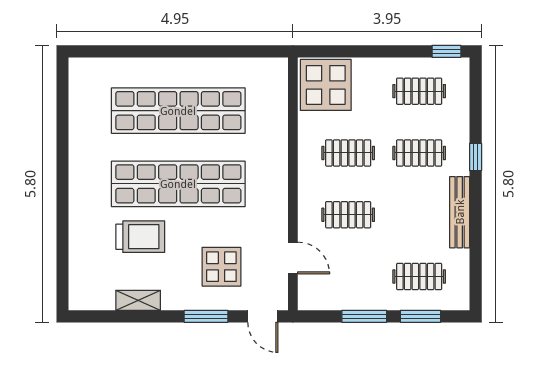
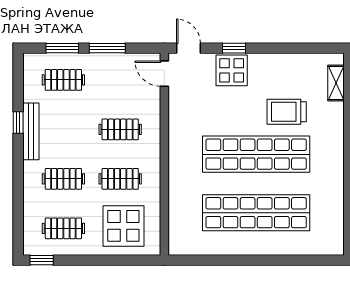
display table: (326, 85) -> (123, 226), moved
window: (476, 157) -> (18, 122), moved
door: (293, 258) -> (164, 74), moved
display table: (221, 267) -> (232, 70), moved
shelving: (138, 300) -> (336, 83), moved, turned 90
window: (206, 316) -> (234, 48), width x0.67

